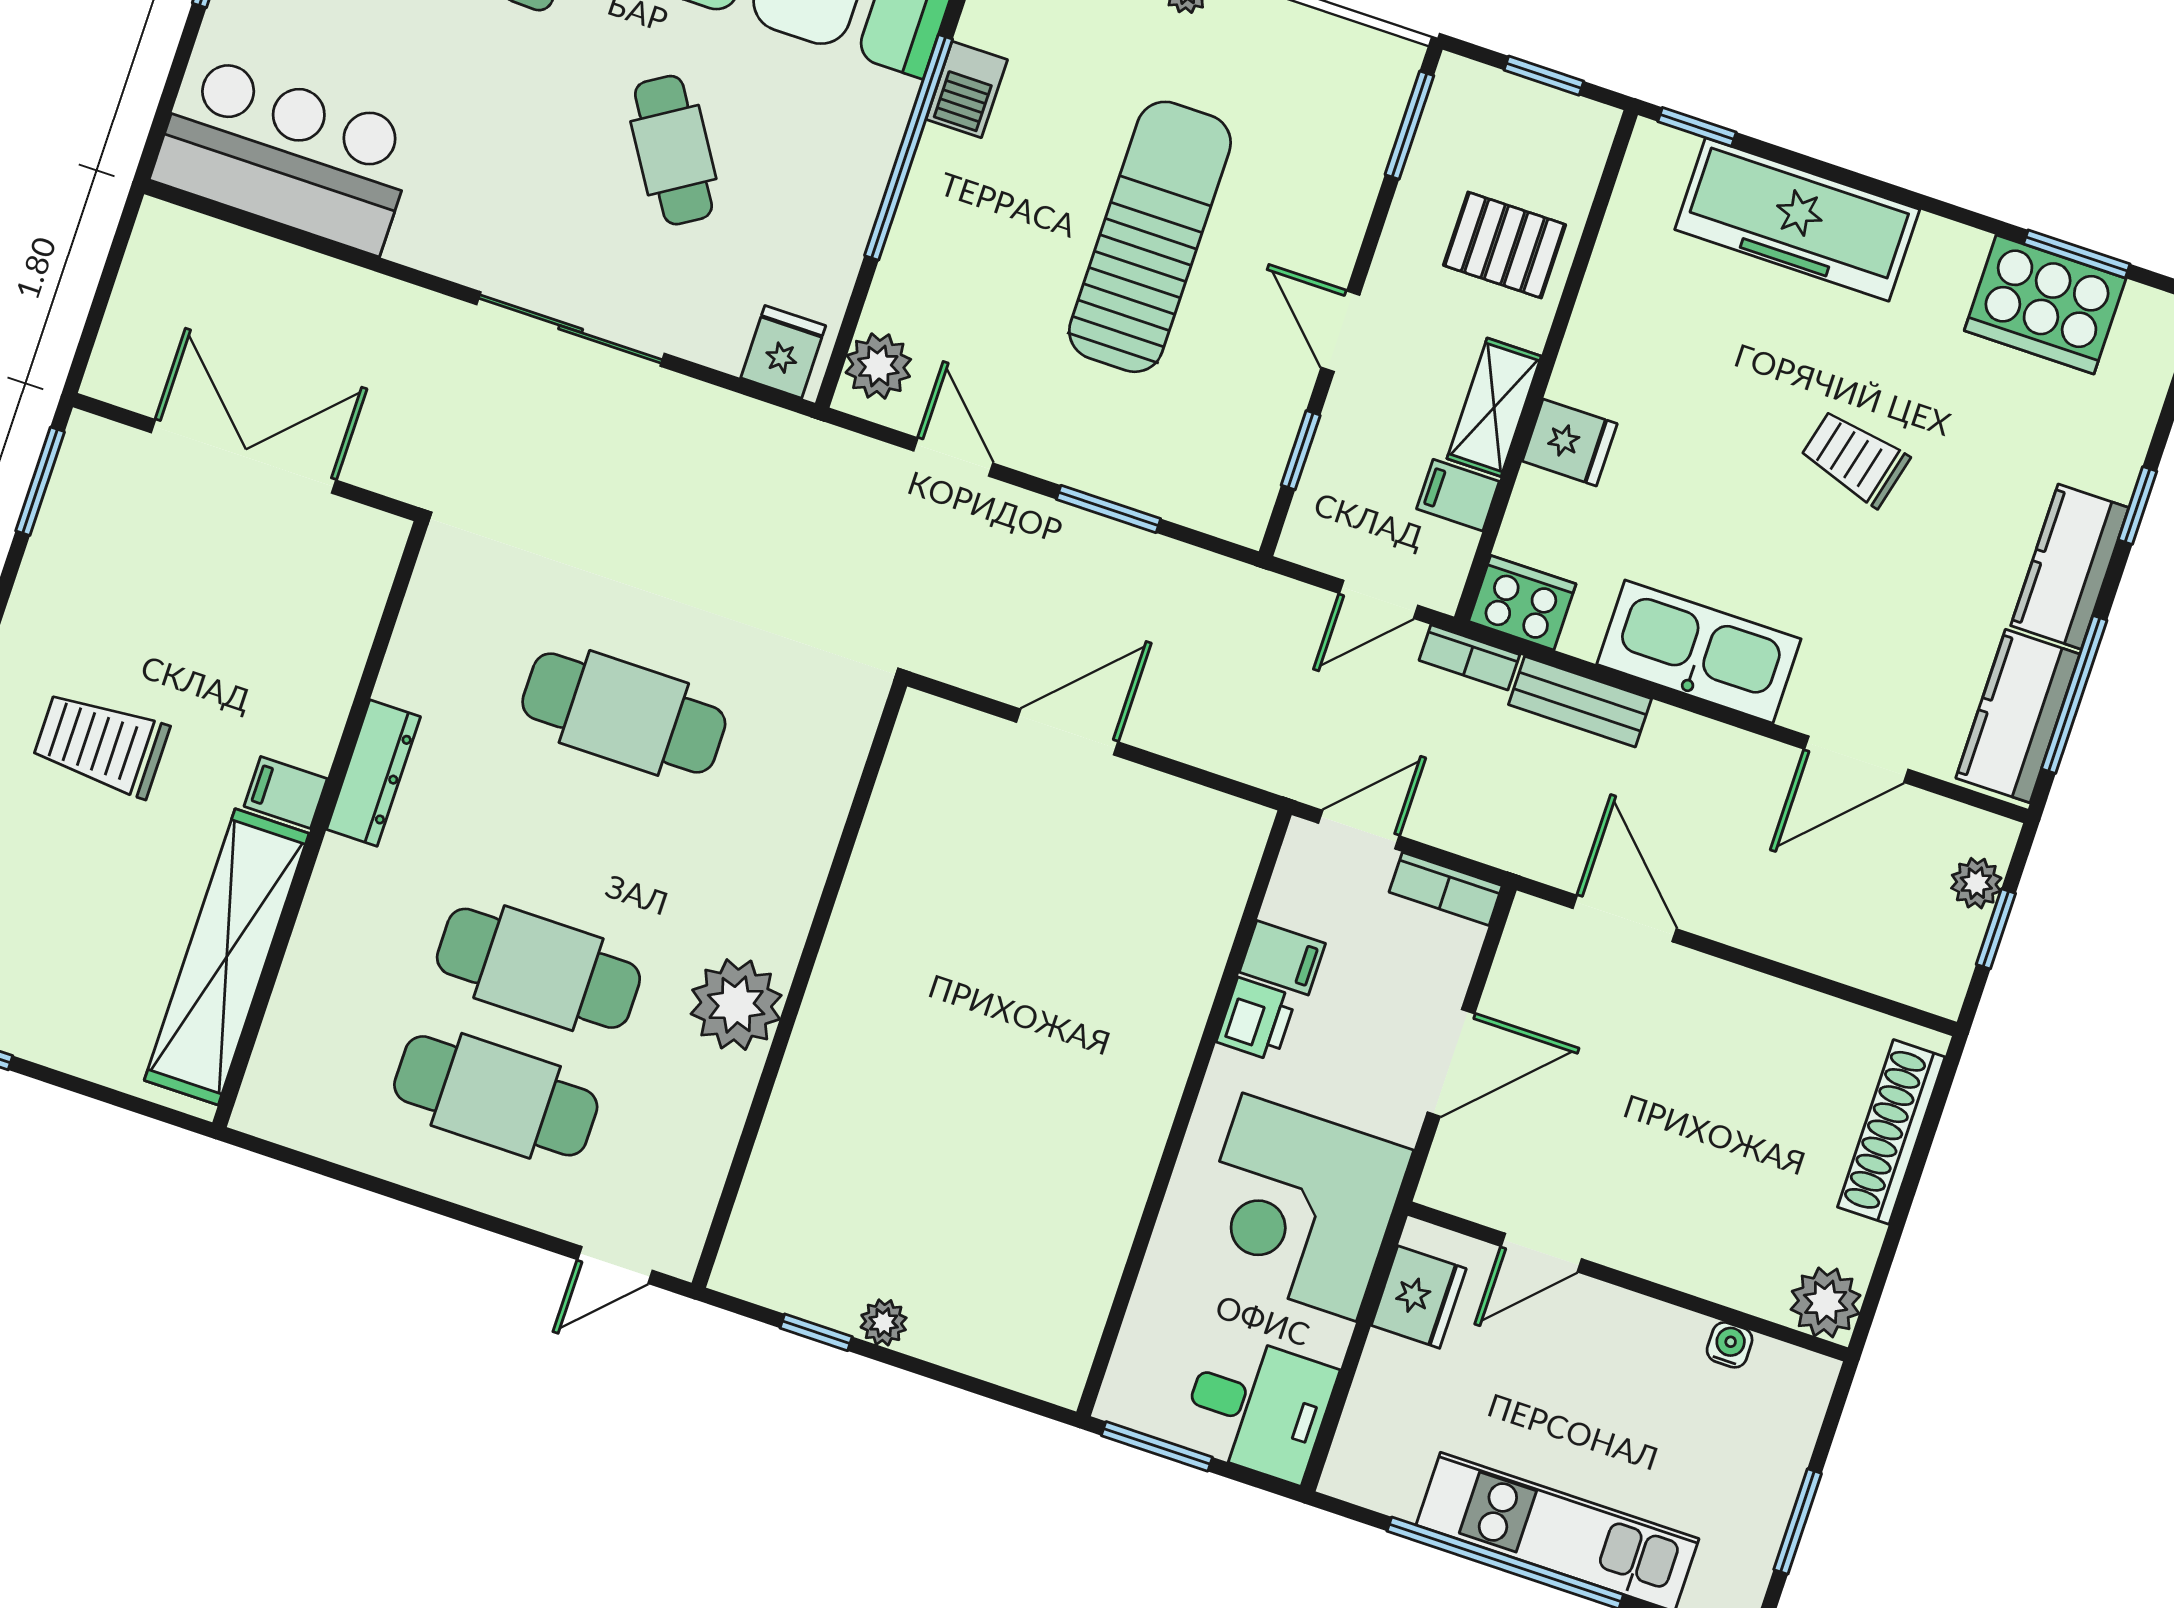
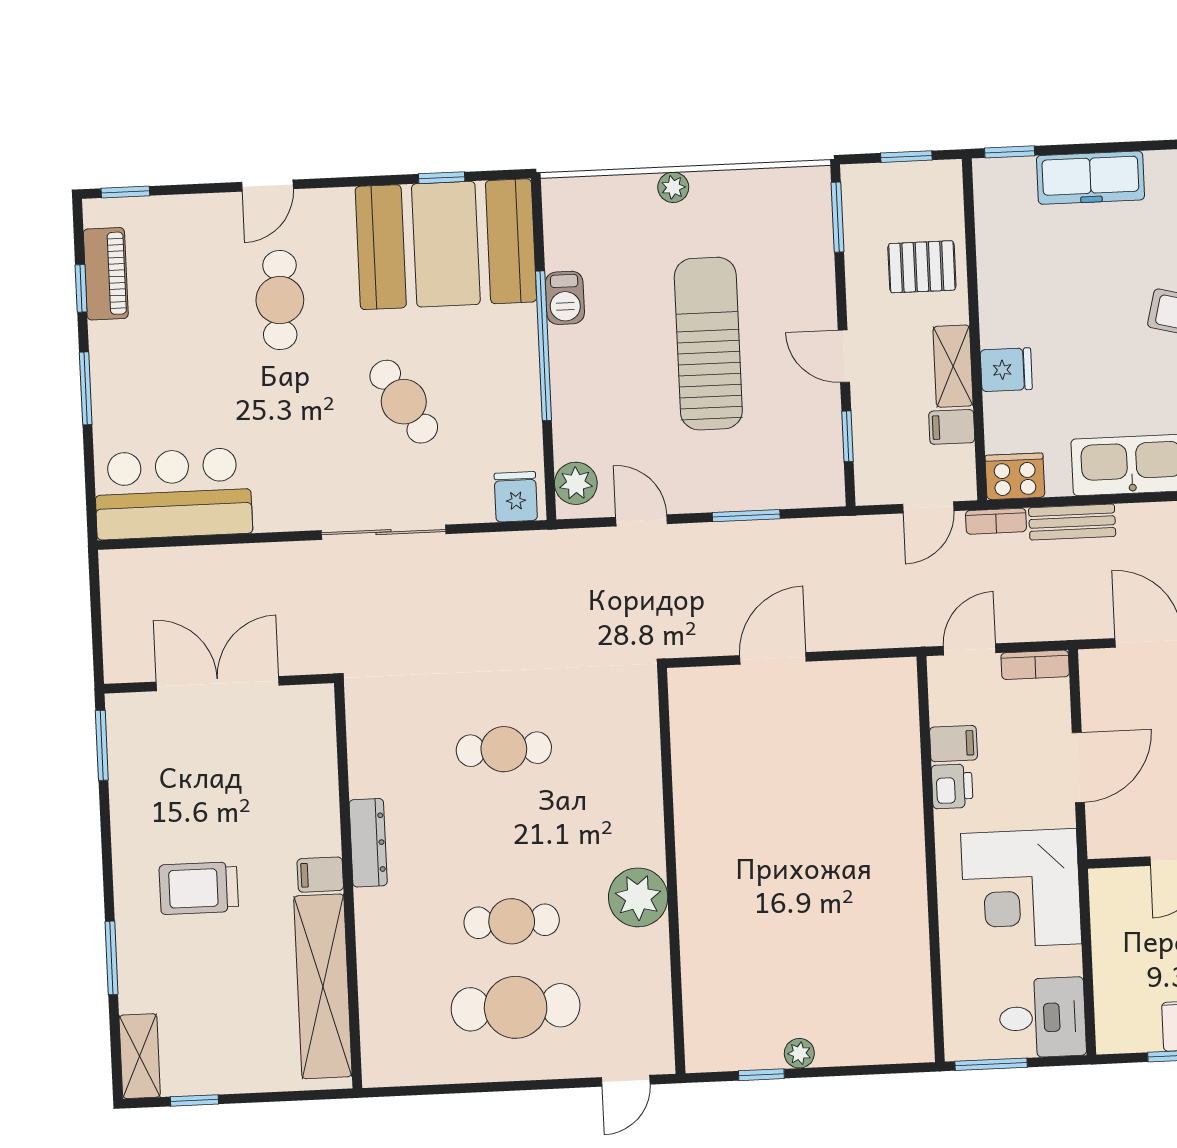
freezer: (1797, 219) -> (1090, 178), width x0.73, depth x0.79
cafe table: (624, 713) -> (504, 749), width x0.73, depth x0.74
cafe table: (538, 968) -> (512, 921), width x0.73, depth x0.74
fridge: (1419, 1297) -> (1113, 915), removed

